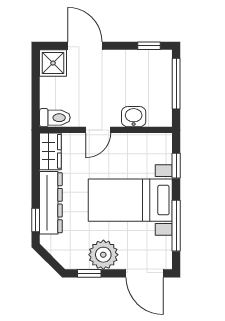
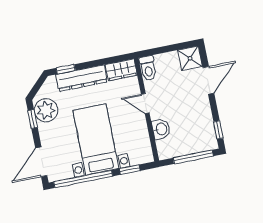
window: (176, 226) -> (83, 179), width x1.46
plant: (103, 255) -> (46, 110), moved

